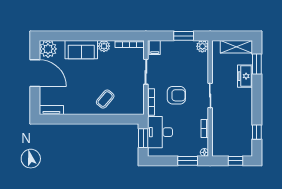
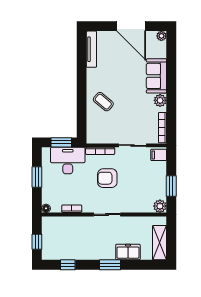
plant: (48, 49) -> (161, 36), width x0.53, depth x0.53
window: (257, 64) -> (110, 265), moved
door: (35, 73) -> (131, 26), hinge flipped
armchair: (176, 95) -> (107, 178), turned 90
tv unit: (51, 110) -> (91, 49), width x1.41
window: (188, 161) -> (37, 177), moved

